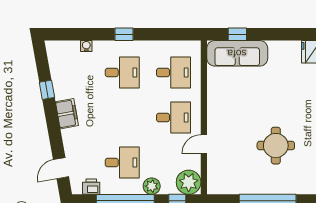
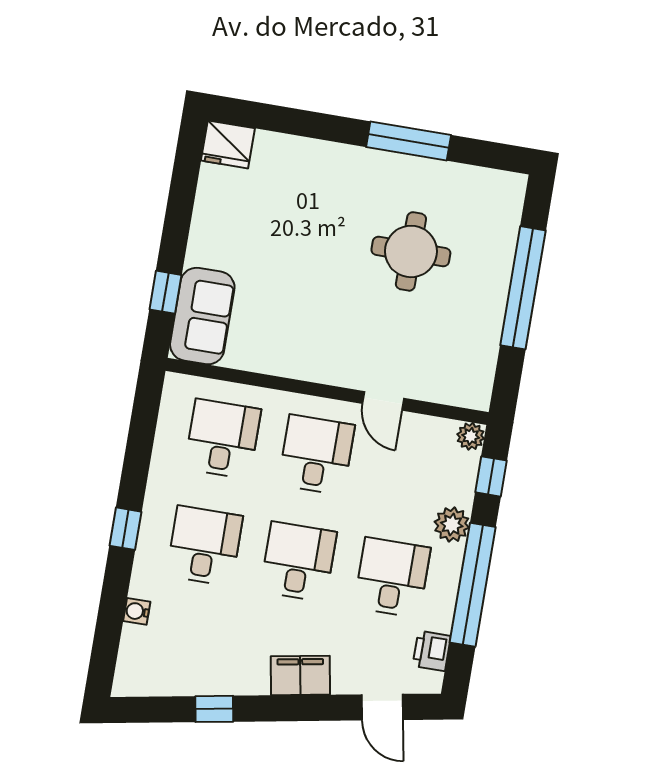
sofa: (237, 53) -> (202, 316), width x0.73
filing cabinet: (67, 114) -> (300, 675), moved
desk: (122, 117) -> (298, 562), added
plant: (189, 182) -> (471, 436), width x0.53, depth x0.53

